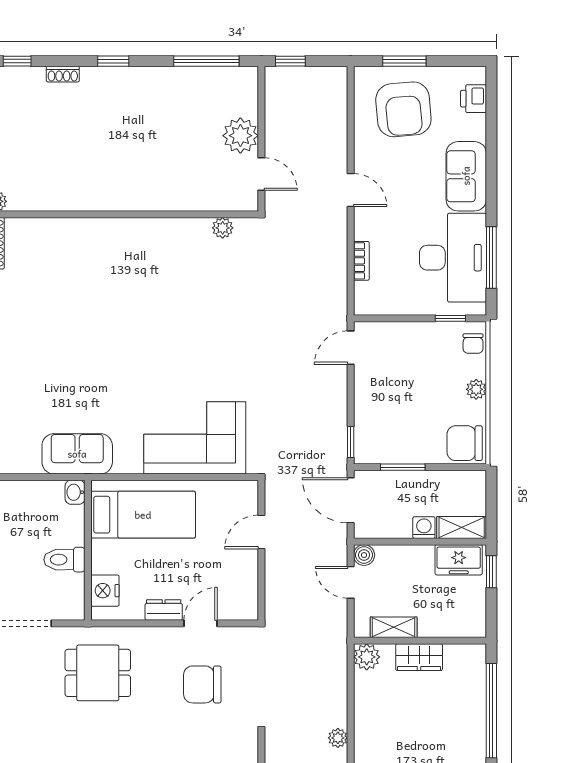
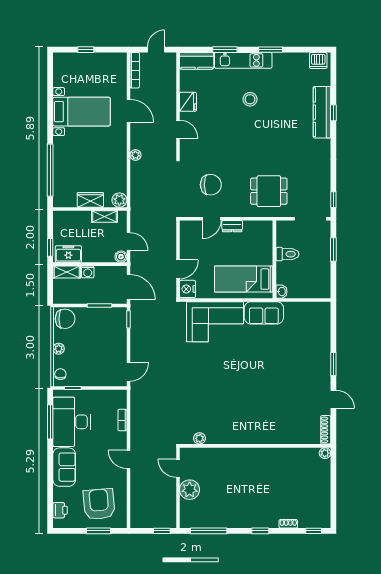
sofa: (77, 454) -> (264, 313), moved
nightstand: (105, 591) -> (187, 289), moved, turned 180

